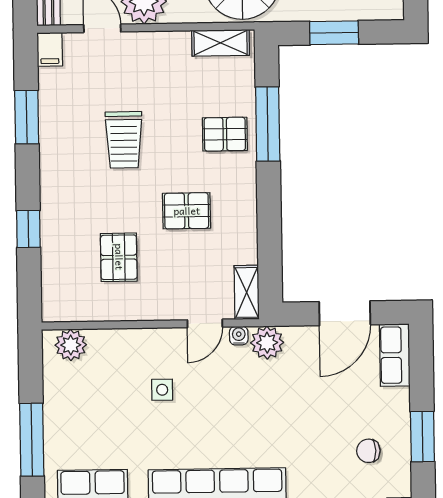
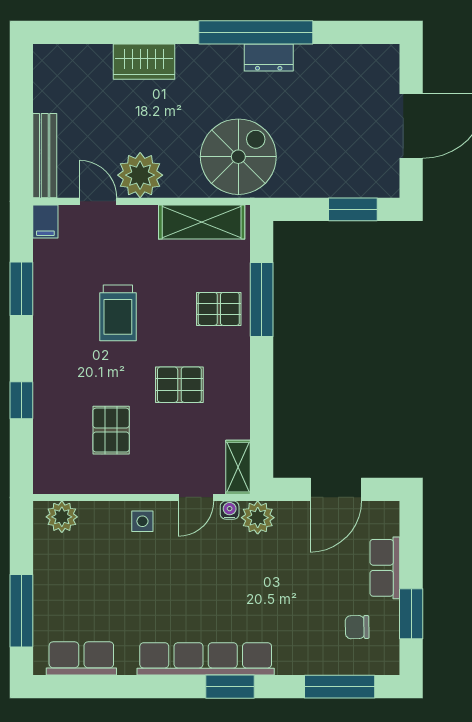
window: (334, 33) -> (353, 209), moved
shelving: (221, 43) -> (202, 222), width x1.50, depth x1.33
row of seats: (395, 355) -> (385, 568), moved
side table: (162, 390) -> (142, 521), moved

